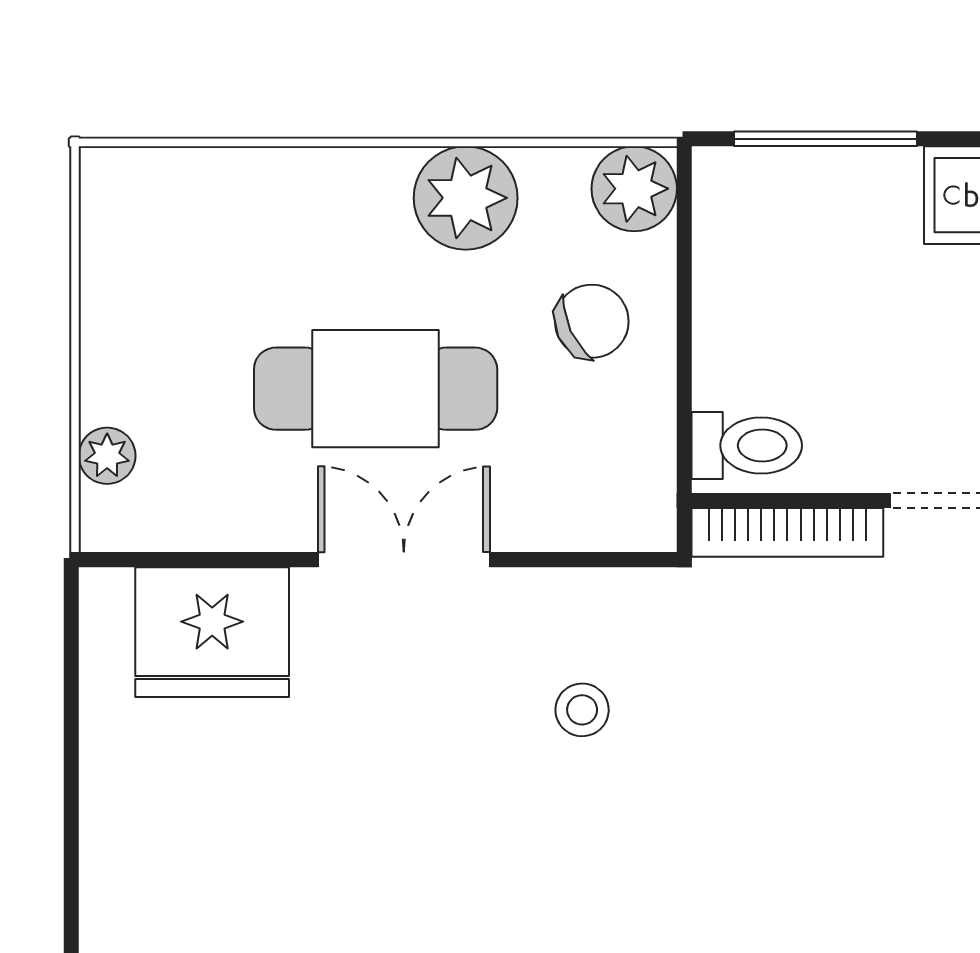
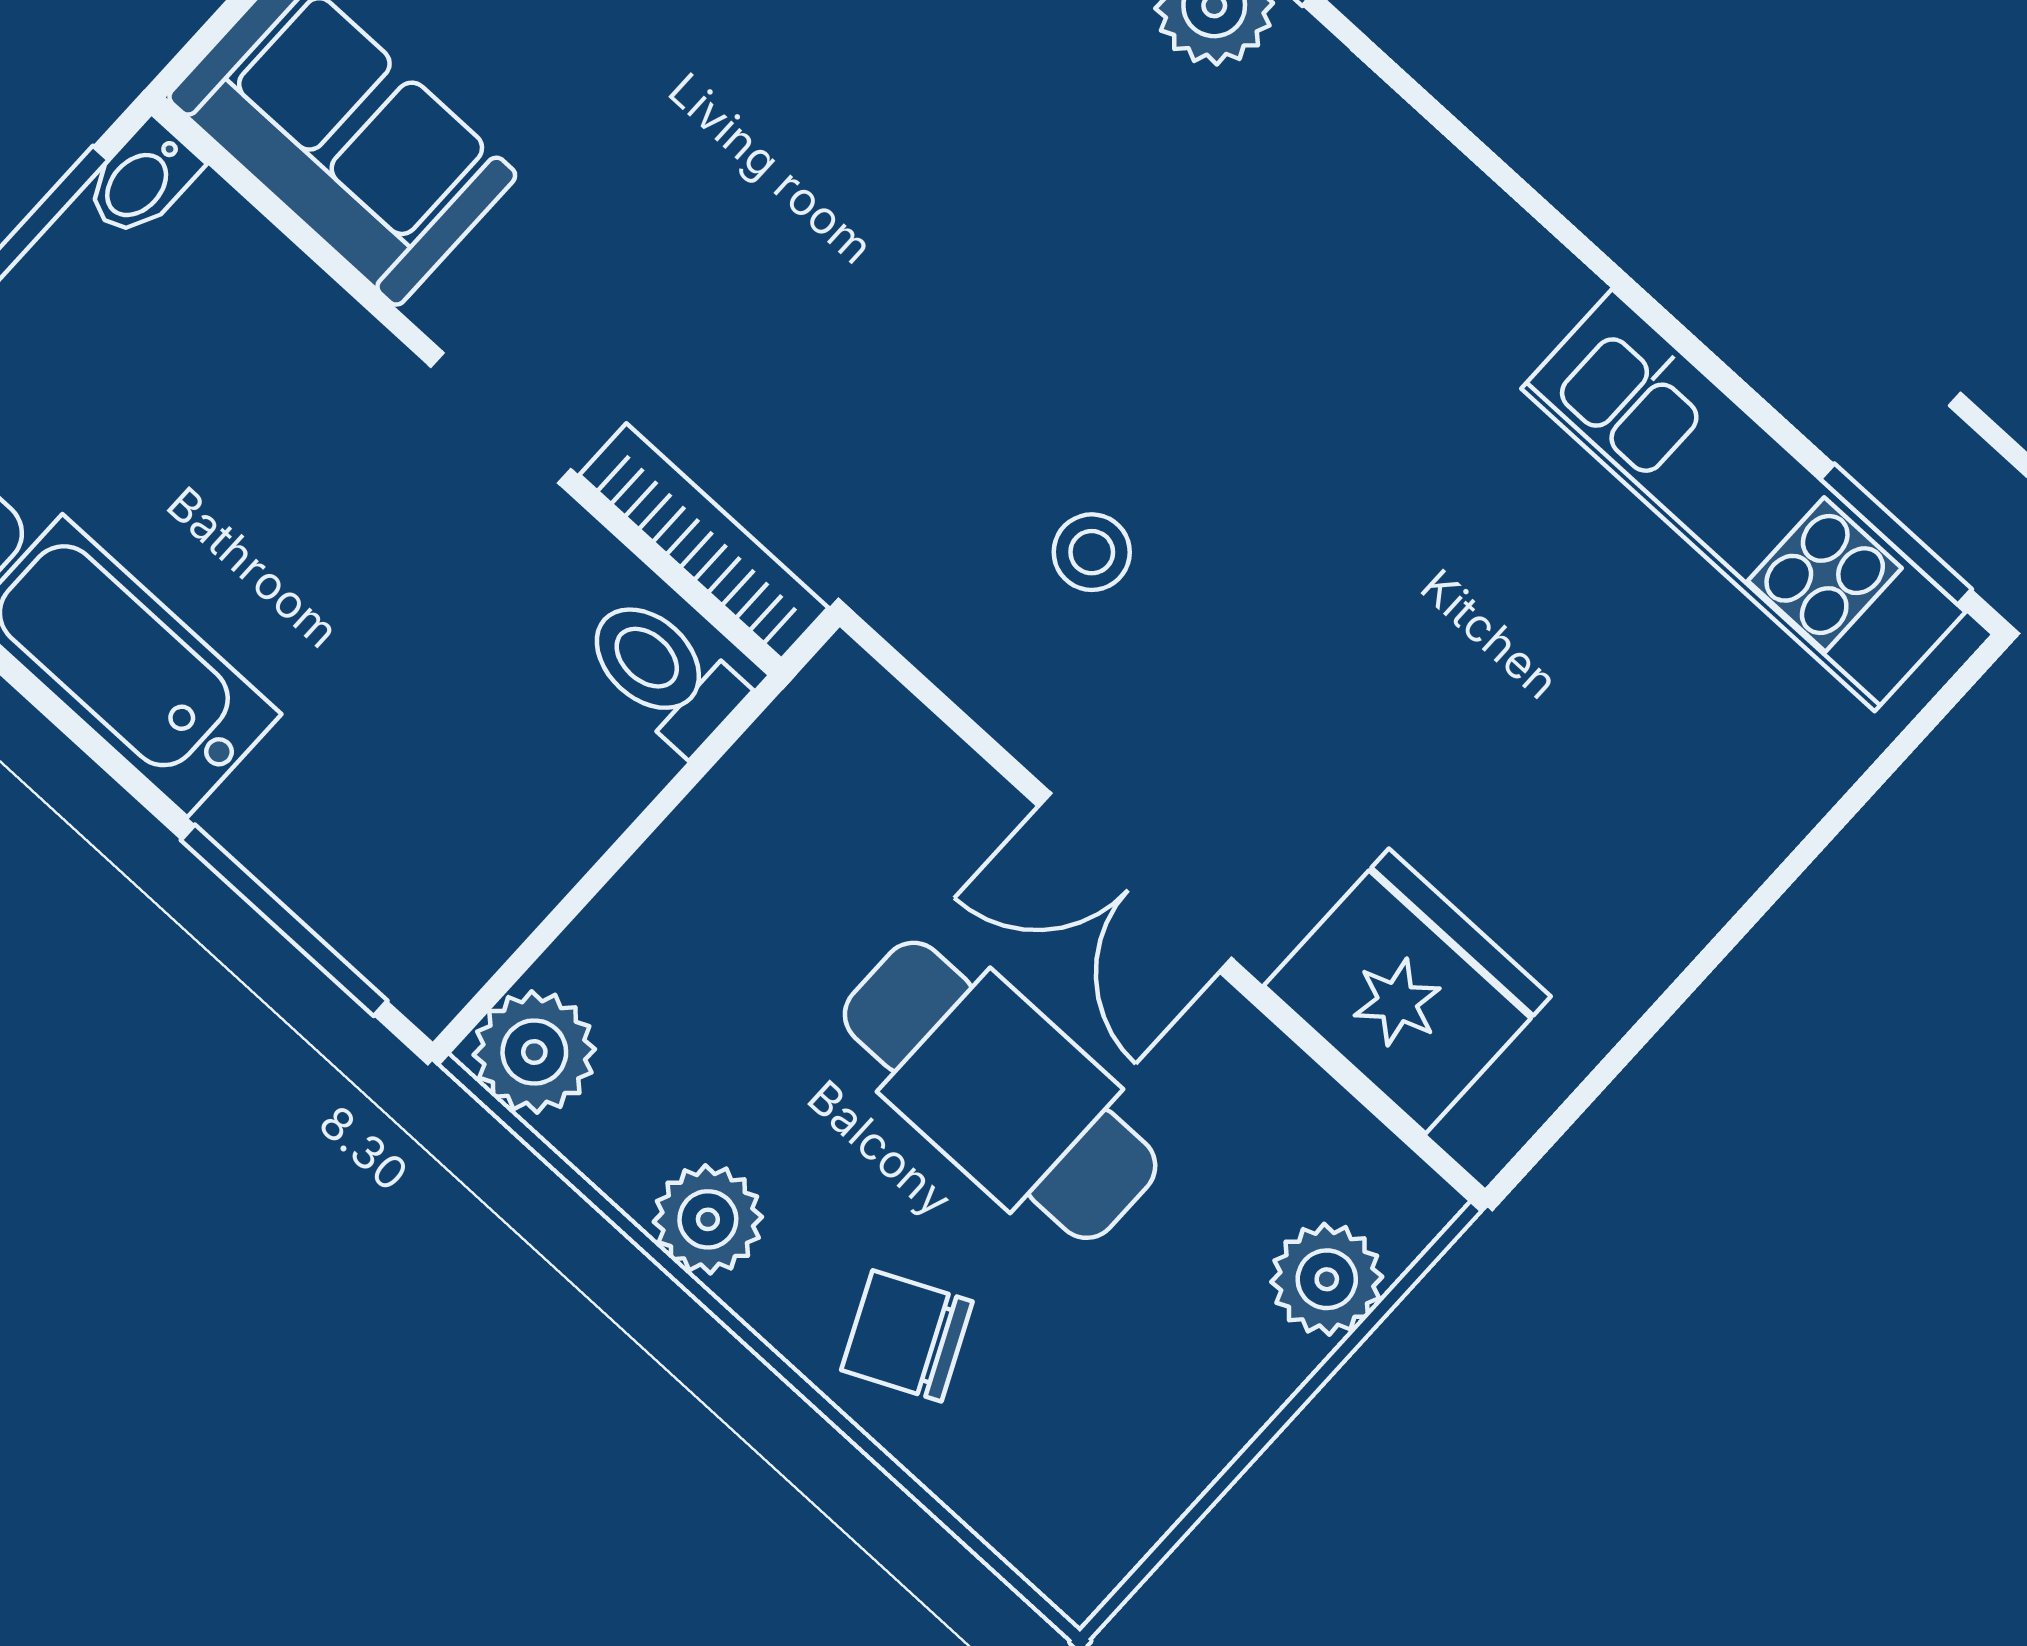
plant: (466, 198) -> (708, 1219), width x0.73, depth x0.73
chair: (592, 321) -> (907, 1336), moved
plant: (107, 456) -> (1327, 1279), width x1.38, depth x1.38

